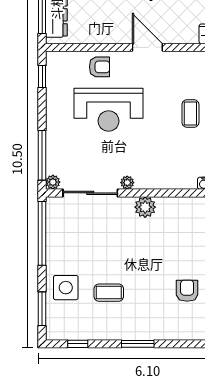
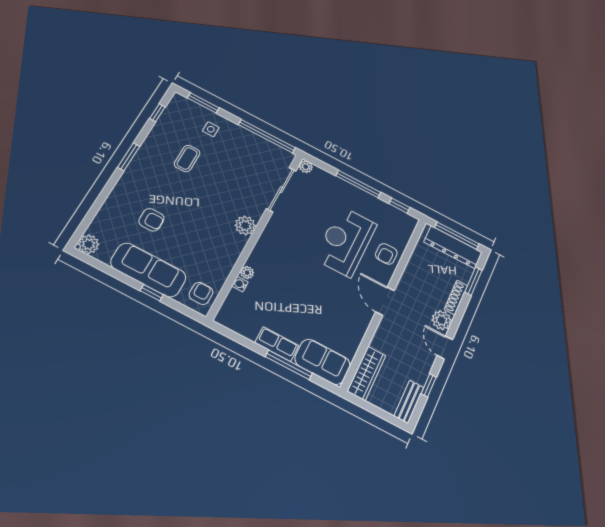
door: (147, 47) -> (385, 301), swing flipped
coffee table: (190, 114) -> (309, 306), removed
window: (42, 155) -> (358, 184), moved
plant: (127, 183) -> (247, 273), moved
side table: (66, 288) -> (211, 129), width x0.54, depth x0.54

